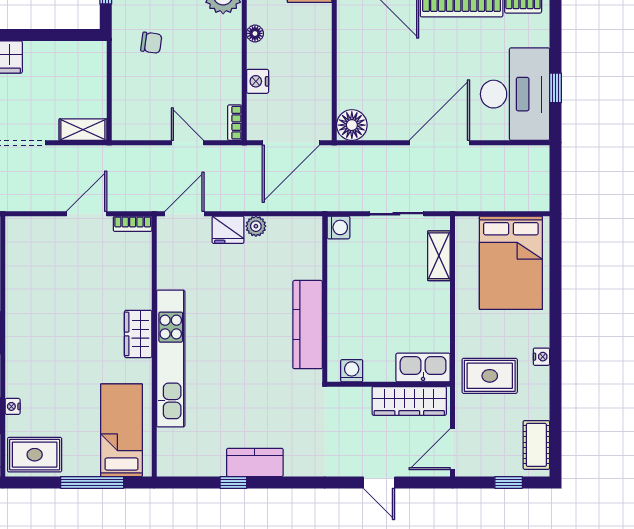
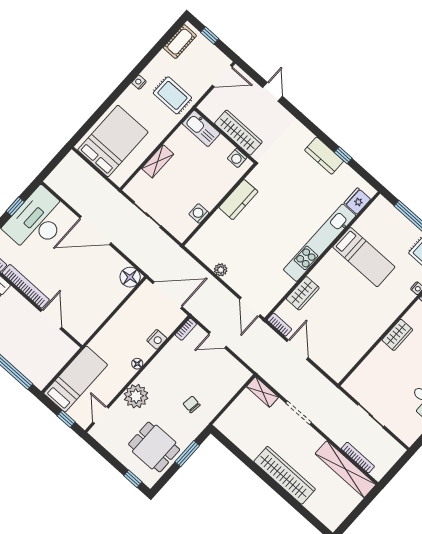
door: (188, 143) -> (218, 340), hinge flipped
door: (87, 214) -> (297, 350), swing flipped
door: (184, 214) -> (250, 307), hinge flipped
washing machine: (338, 227) -> (199, 214), moved
fridge: (228, 230) -> (357, 201), moved, turned -90
shelving: (439, 256) -> (158, 161), moved
kitchen counter: (308, 325) -> (238, 200), width x0.67
wardrobe: (138, 334) -> (303, 293), moved
wardrobe: (409, 401) -> (238, 133), moved
bed: (121, 430) -> (364, 257), moved, turned -90

